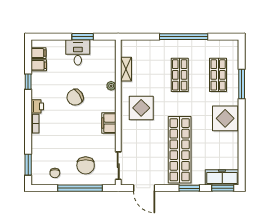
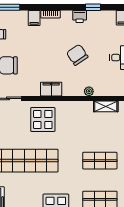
filing cabinet: (39, 65) -> (34, 18), moved
printer: (37, 106) -> (80, 16), moved
display table: (141, 108) -> (43, 119), moved

